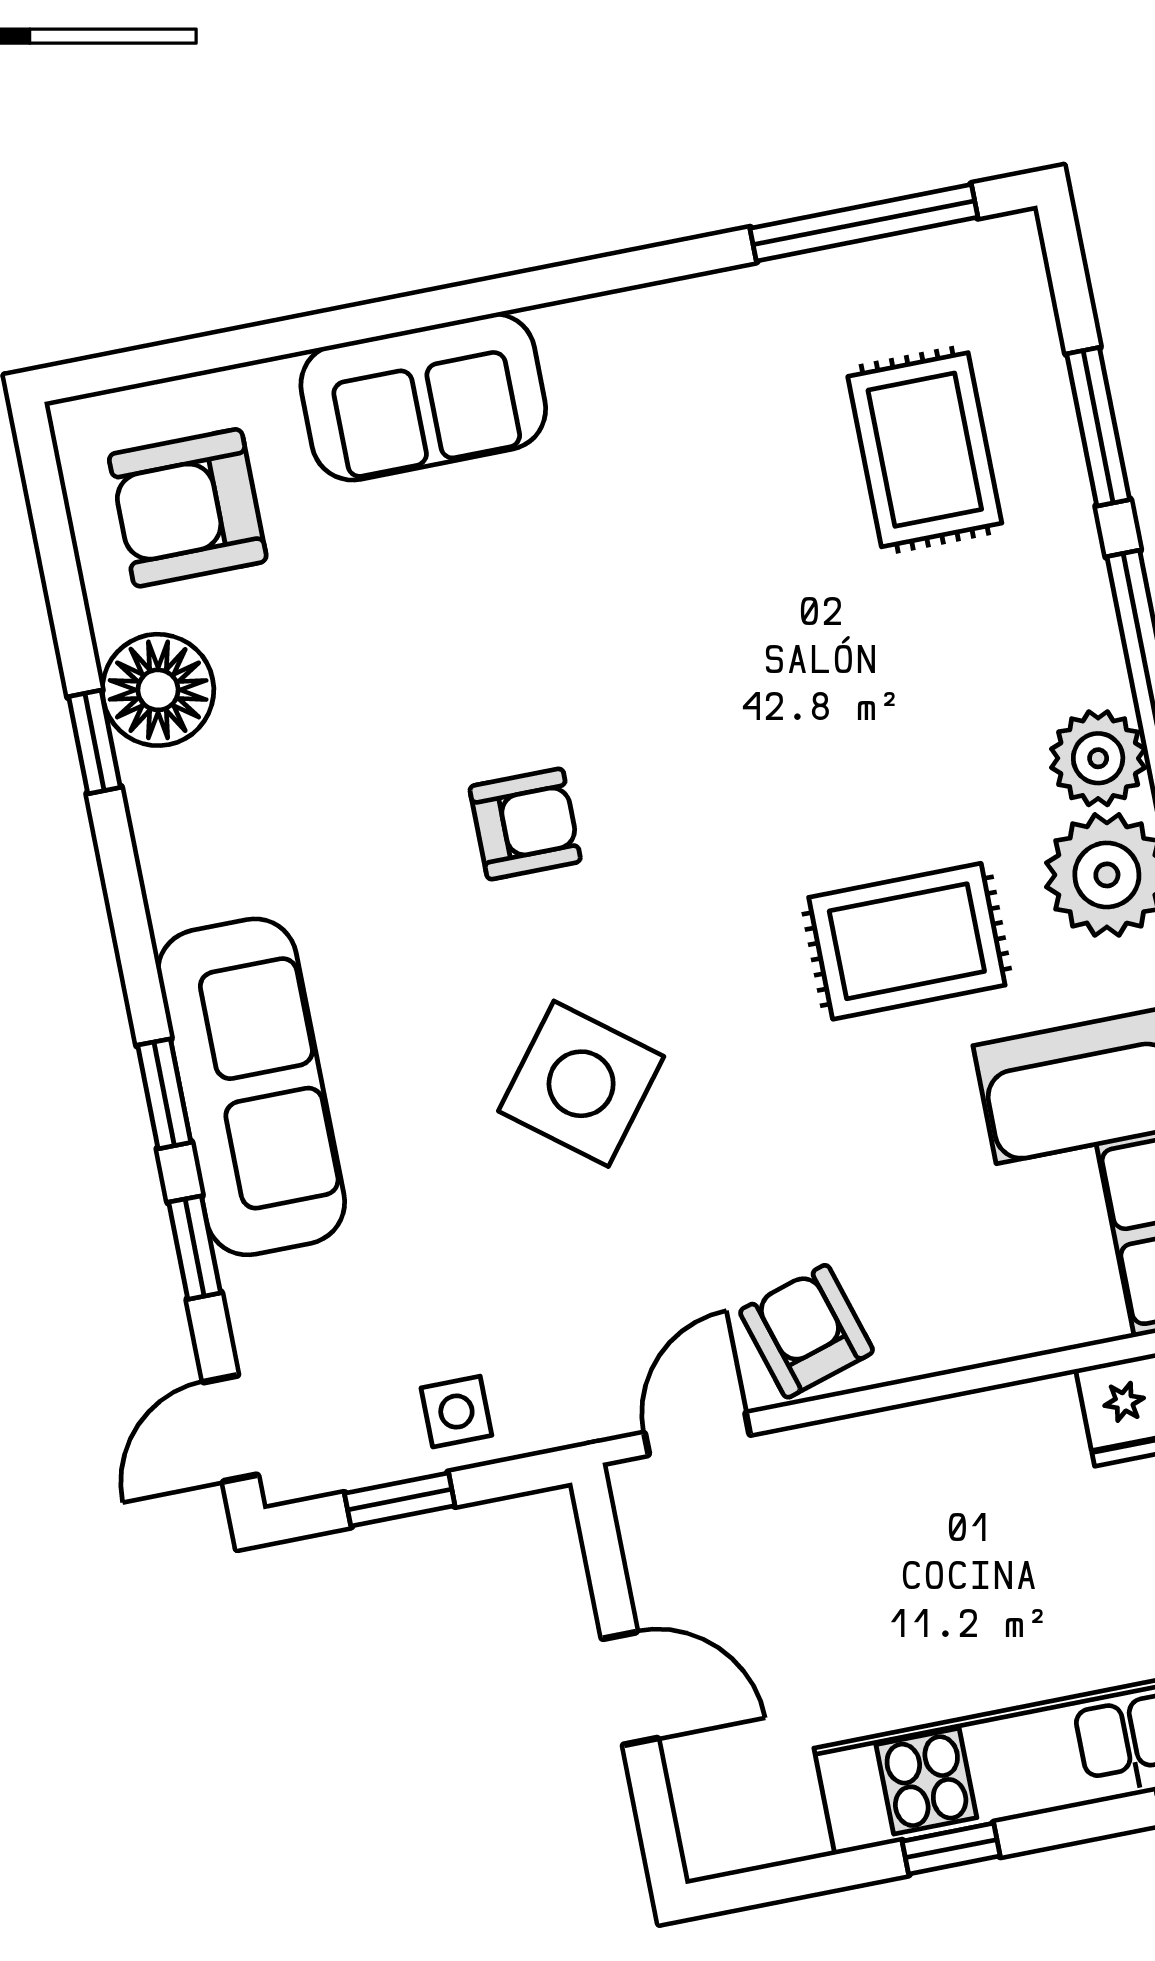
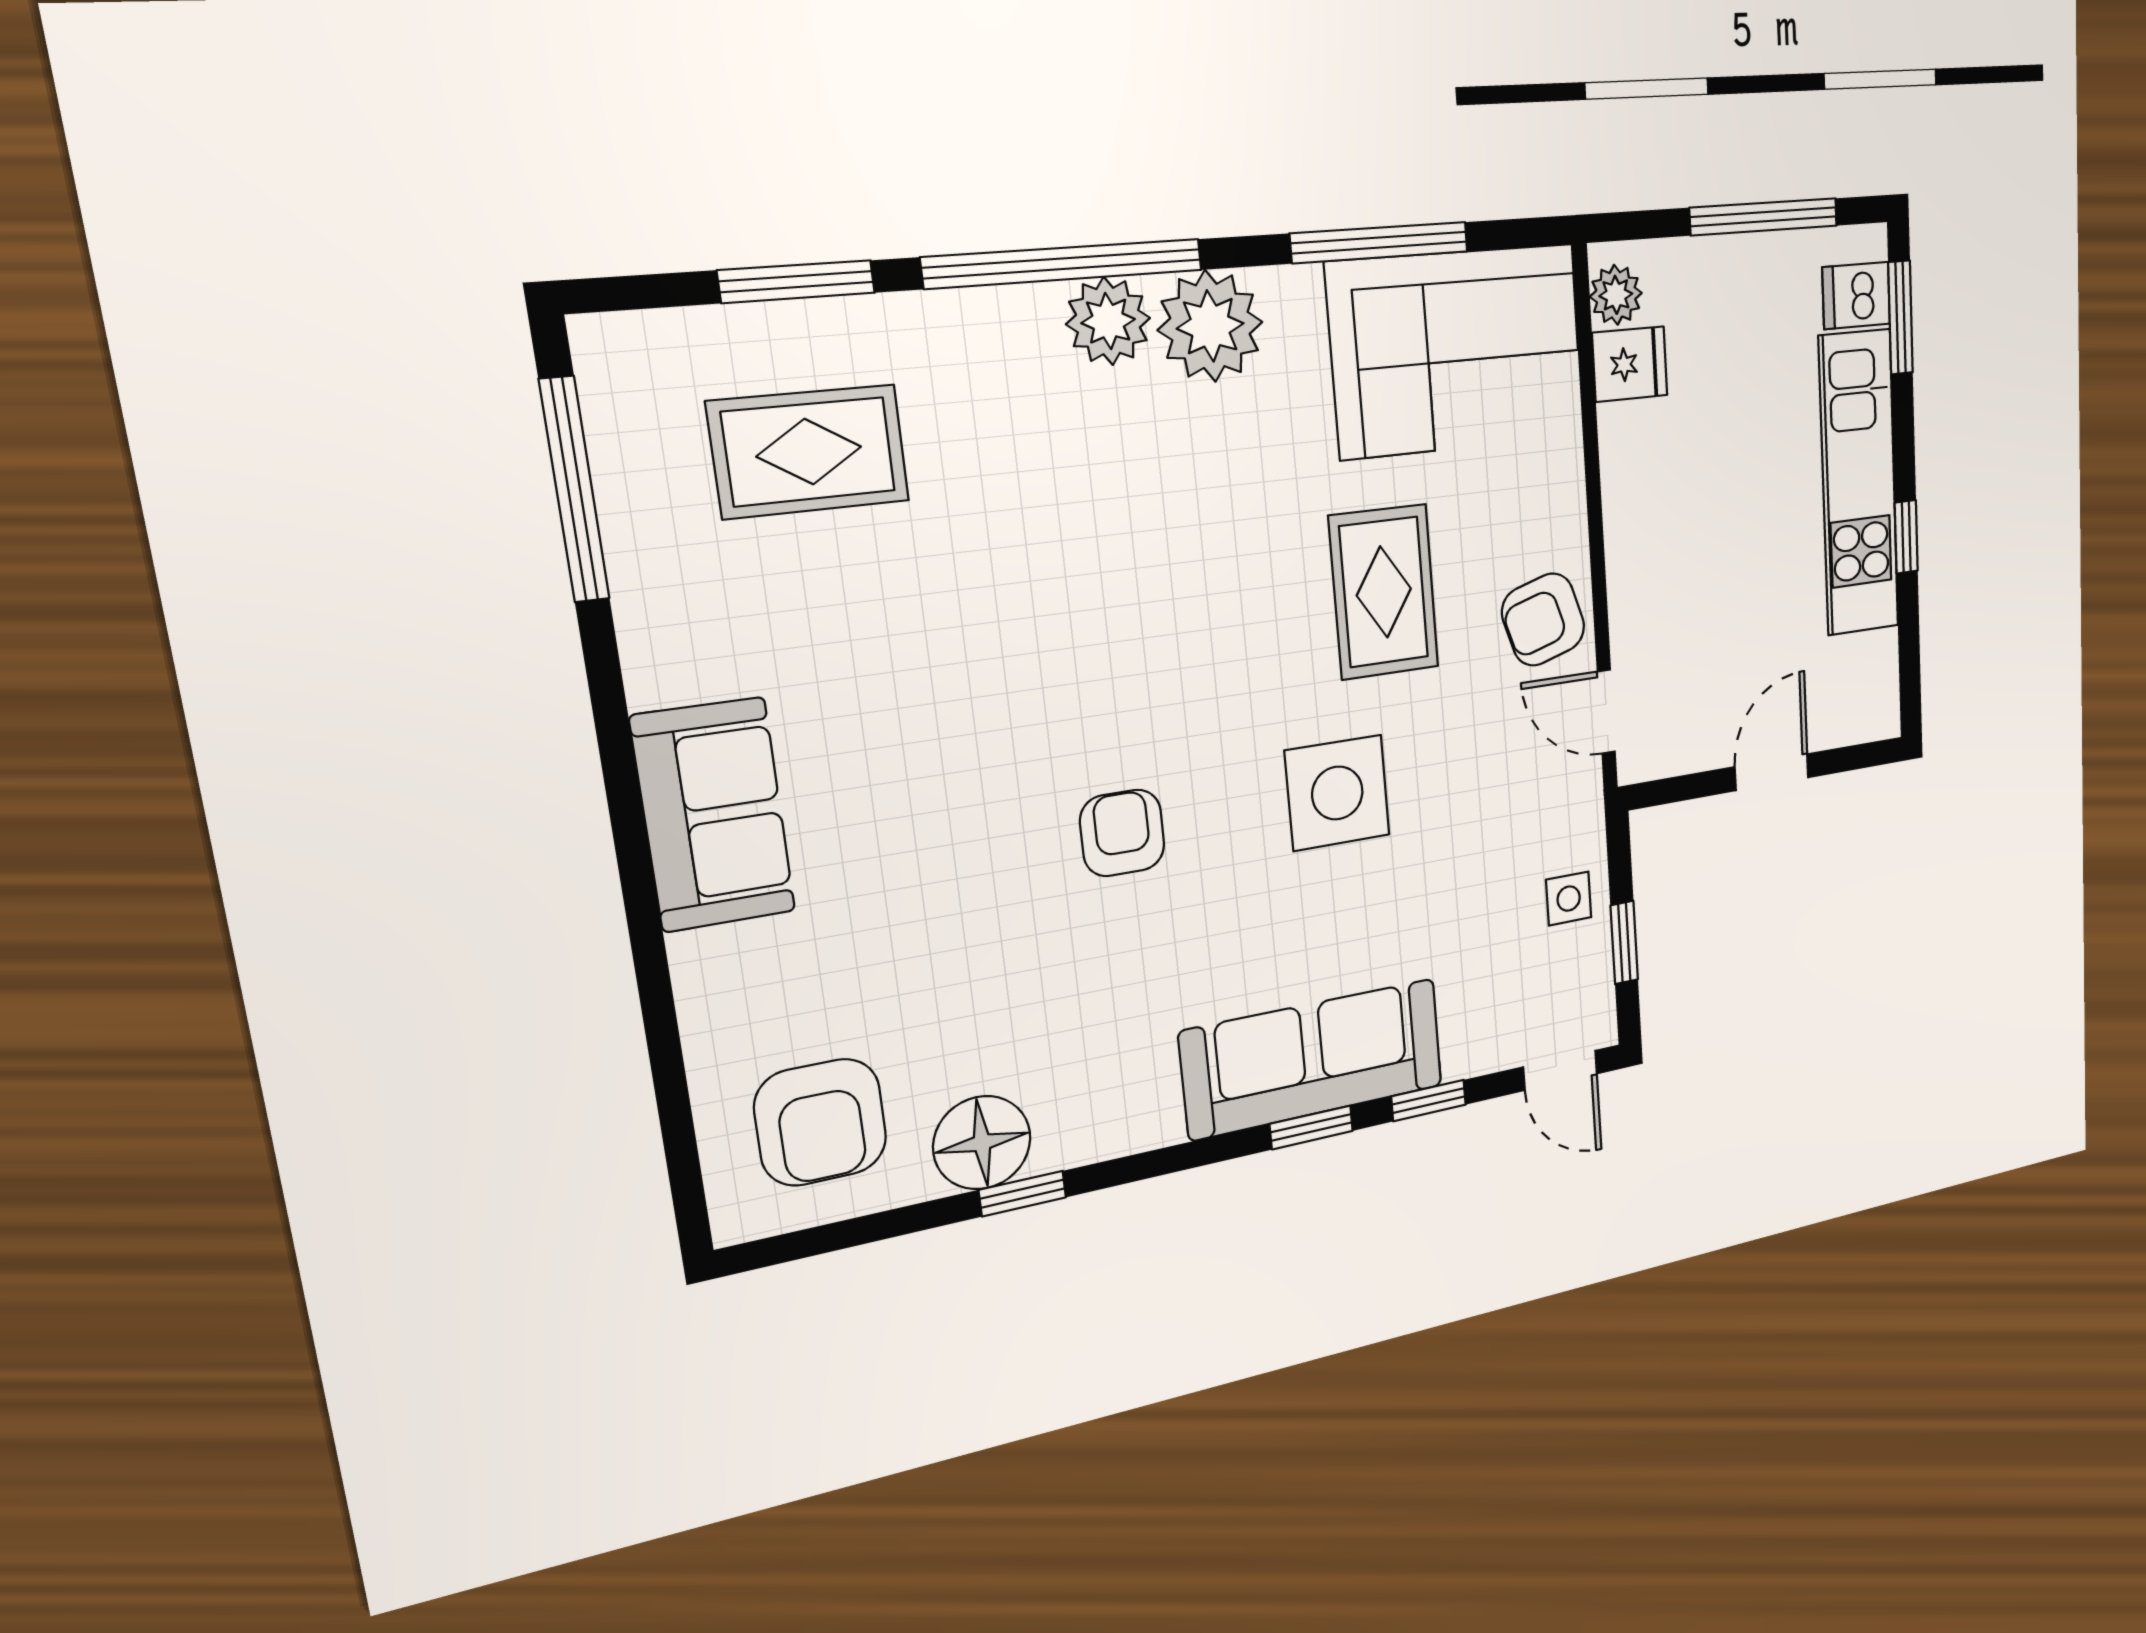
sofa: (423, 397) -> (713, 815), moved
rug: (907, 941) -> (1384, 592), moved
side table: (581, 1084) -> (1337, 793), turned -38

